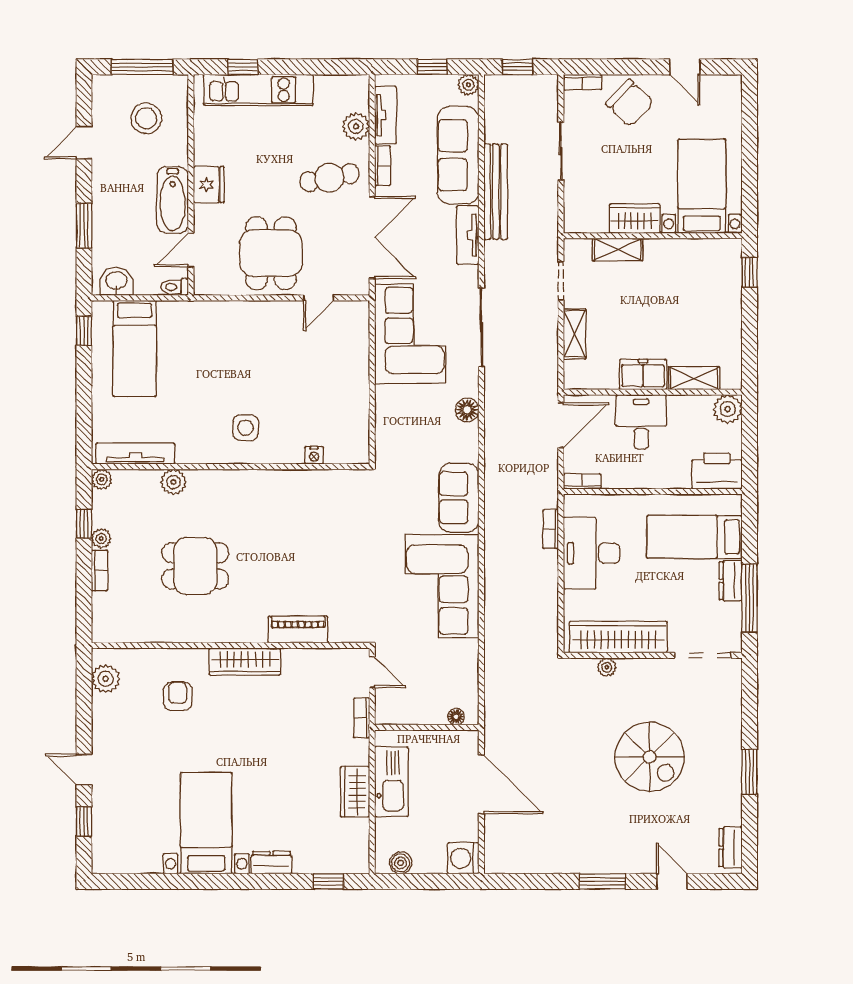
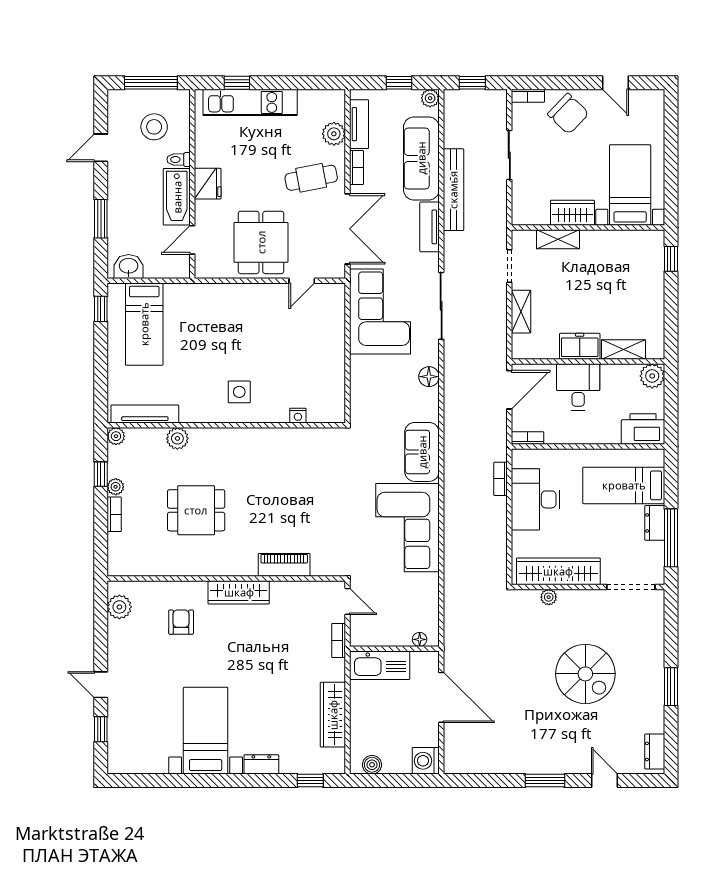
toilet: (175, 287) -> (179, 160), moved
kitchen sink: (391, 782) -> (380, 665), moved, turned 90
wardrobe: (355, 792) -> (333, 715), width x1.50

